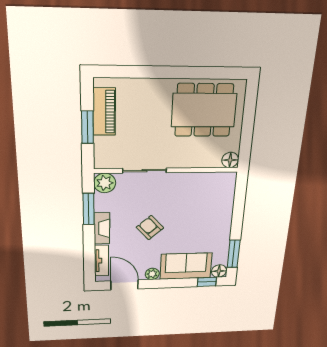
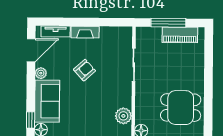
dining table: (204, 110) -> (181, 108), width x0.73
window: (87, 127) -> (168, 23), width x1.44
plant: (105, 183) -> (123, 116), moved
window: (89, 209) -> (102, 22), removed

